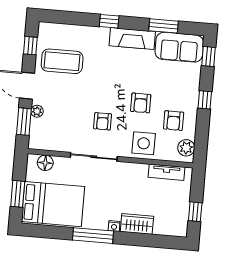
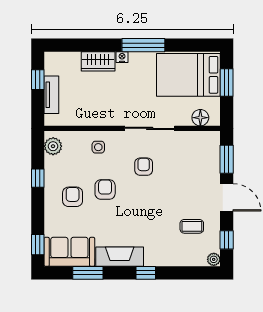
coffee table: (62, 61) -> (192, 226), width x0.54, depth x0.58
window: (205, 100) -> (38, 178), moved
plant: (37, 111) -> (214, 259), moved
armchair: (174, 121) -> (73, 197), moved
side table: (144, 143) -> (98, 147), width x0.54, depth x0.54
tv unit: (167, 172) -> (51, 95), moved, turned 90

